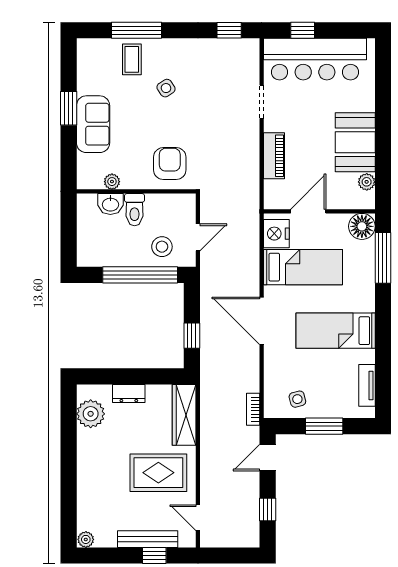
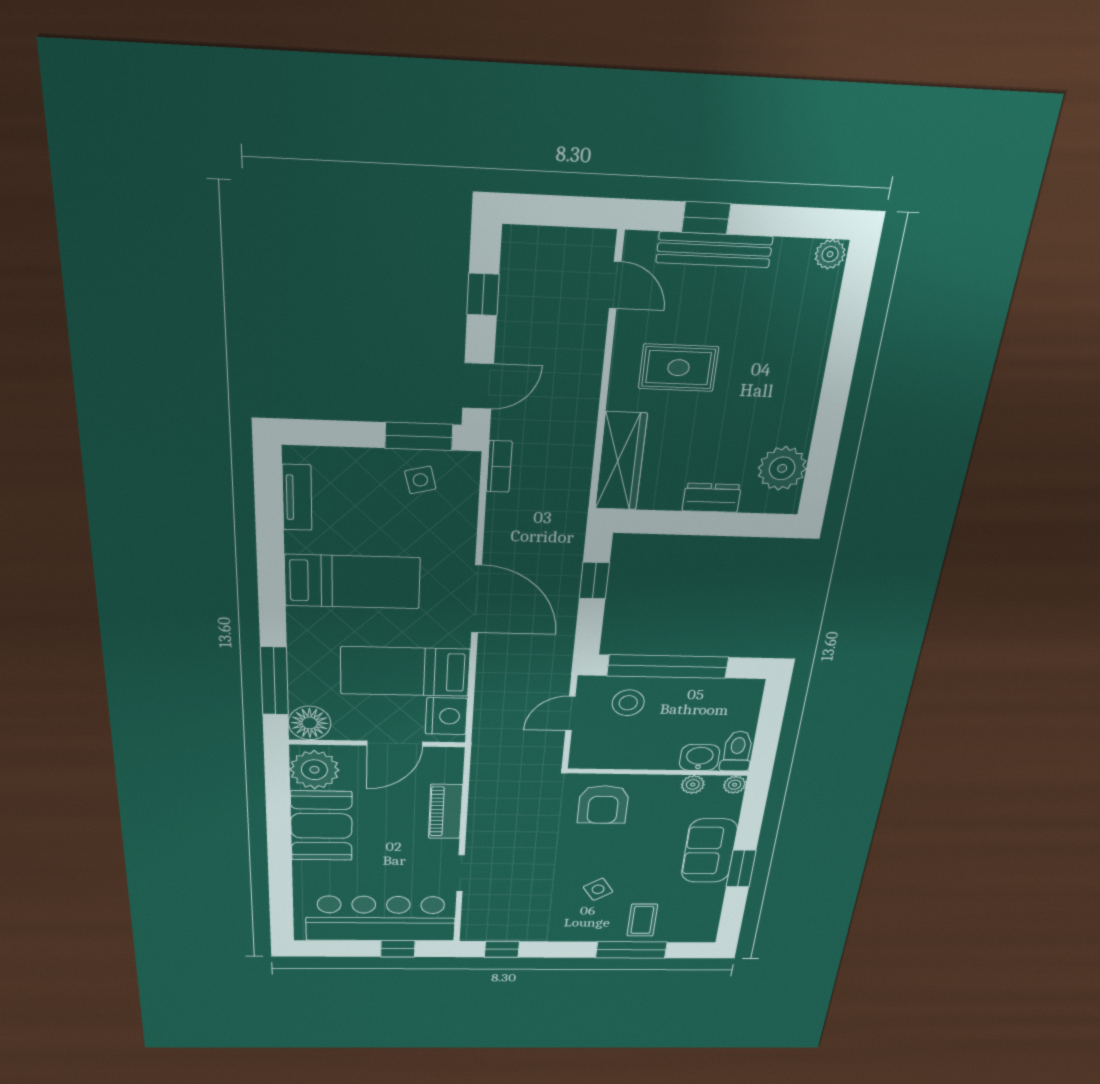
plant: (84, 182) -> (735, 785), added
plant: (367, 182) -> (314, 770), width x1.87, depth x1.87
toilet: (135, 210) -> (737, 751), moved
window: (324, 426) -> (419, 436), moved
rug: (158, 473) -> (678, 368), width x0.73, depth x0.70

